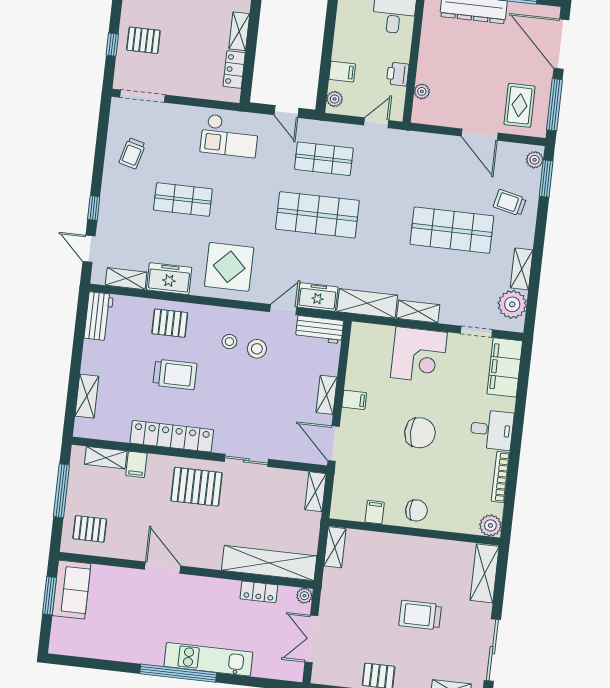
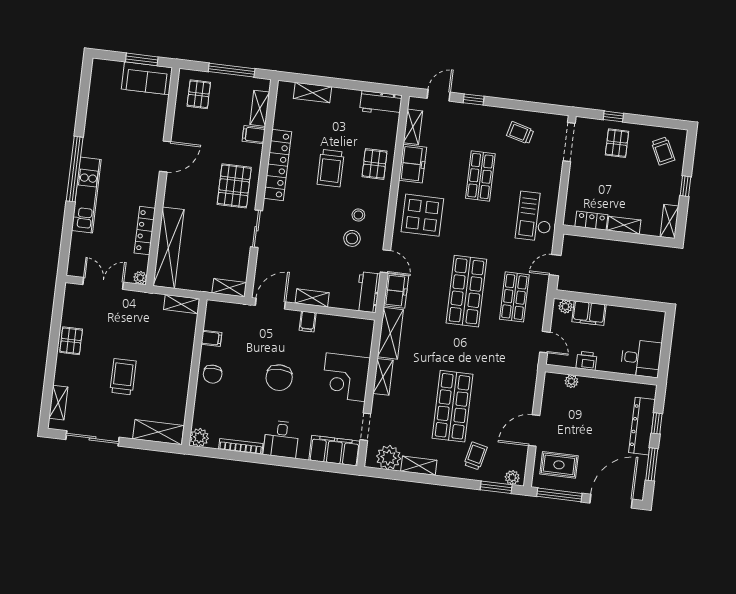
filing cabinet: (342, 72) -> (589, 313), width x2.00
locker: (259, 592) -> (145, 231), width x1.53

